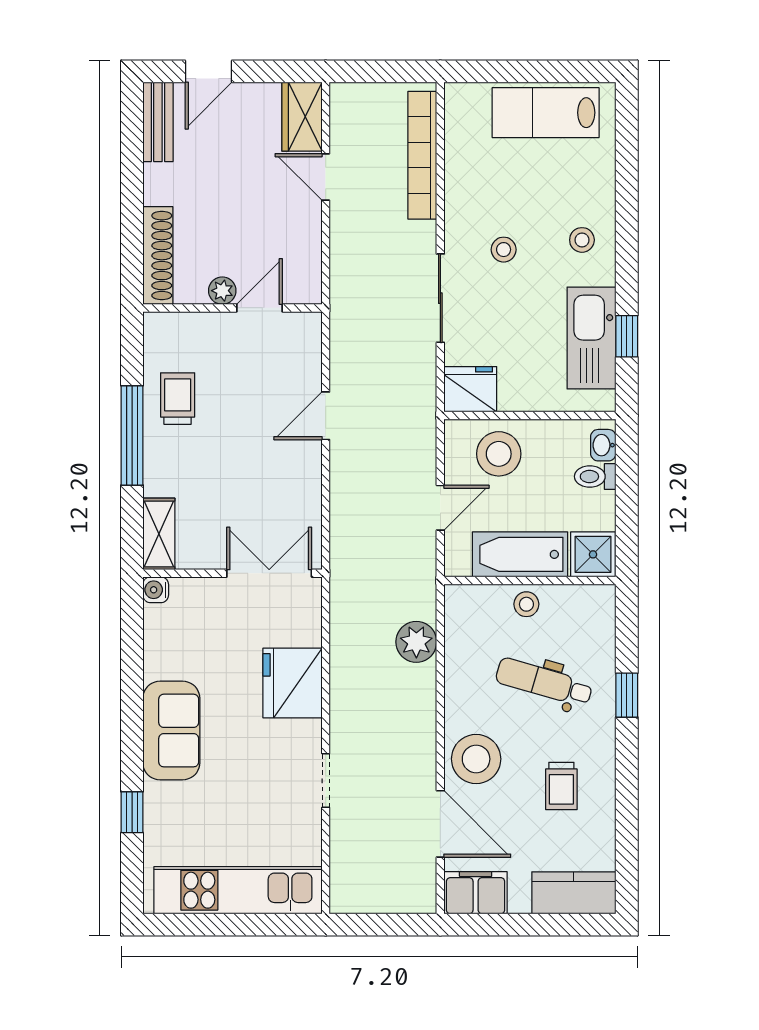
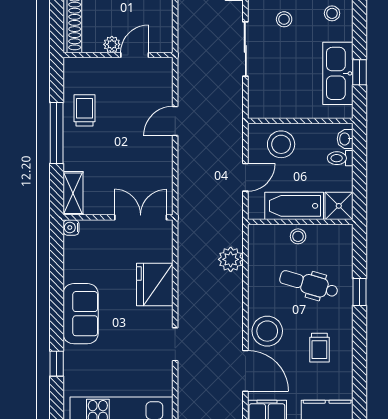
fridge: (470, 389) -> (264, 105), removed

